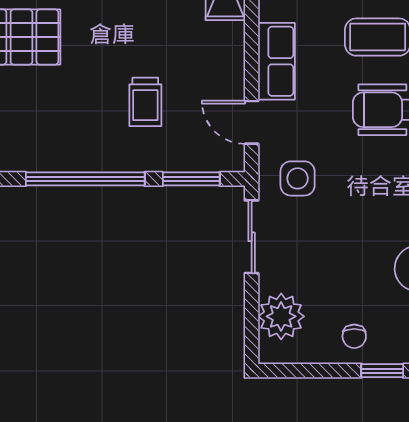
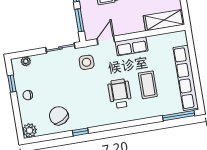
plant: (281, 316) -> (26, 61), width x0.53, depth x0.53
window: (382, 371) -> (12, 84), moved

